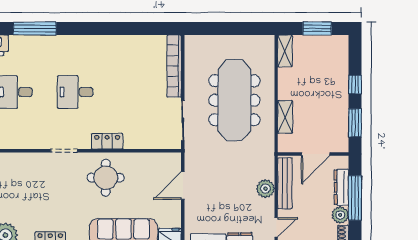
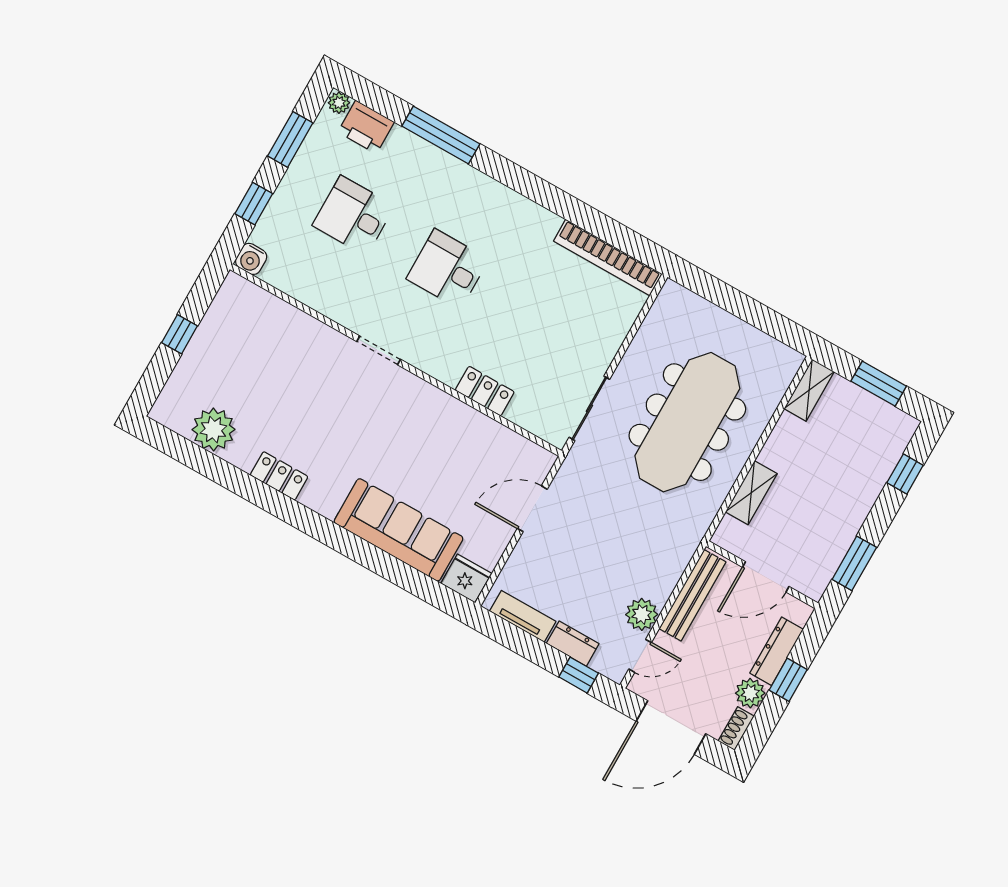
bookcase: (174, 66) -> (608, 258), moved, turned -90
window: (355, 85) -> (905, 474), moved
locker: (107, 141) -> (485, 391), moved
round table: (106, 178) -> (420, 429), removed
plant: (265, 189) -> (642, 614), moved
window: (355, 198) -> (788, 680), width x0.46

